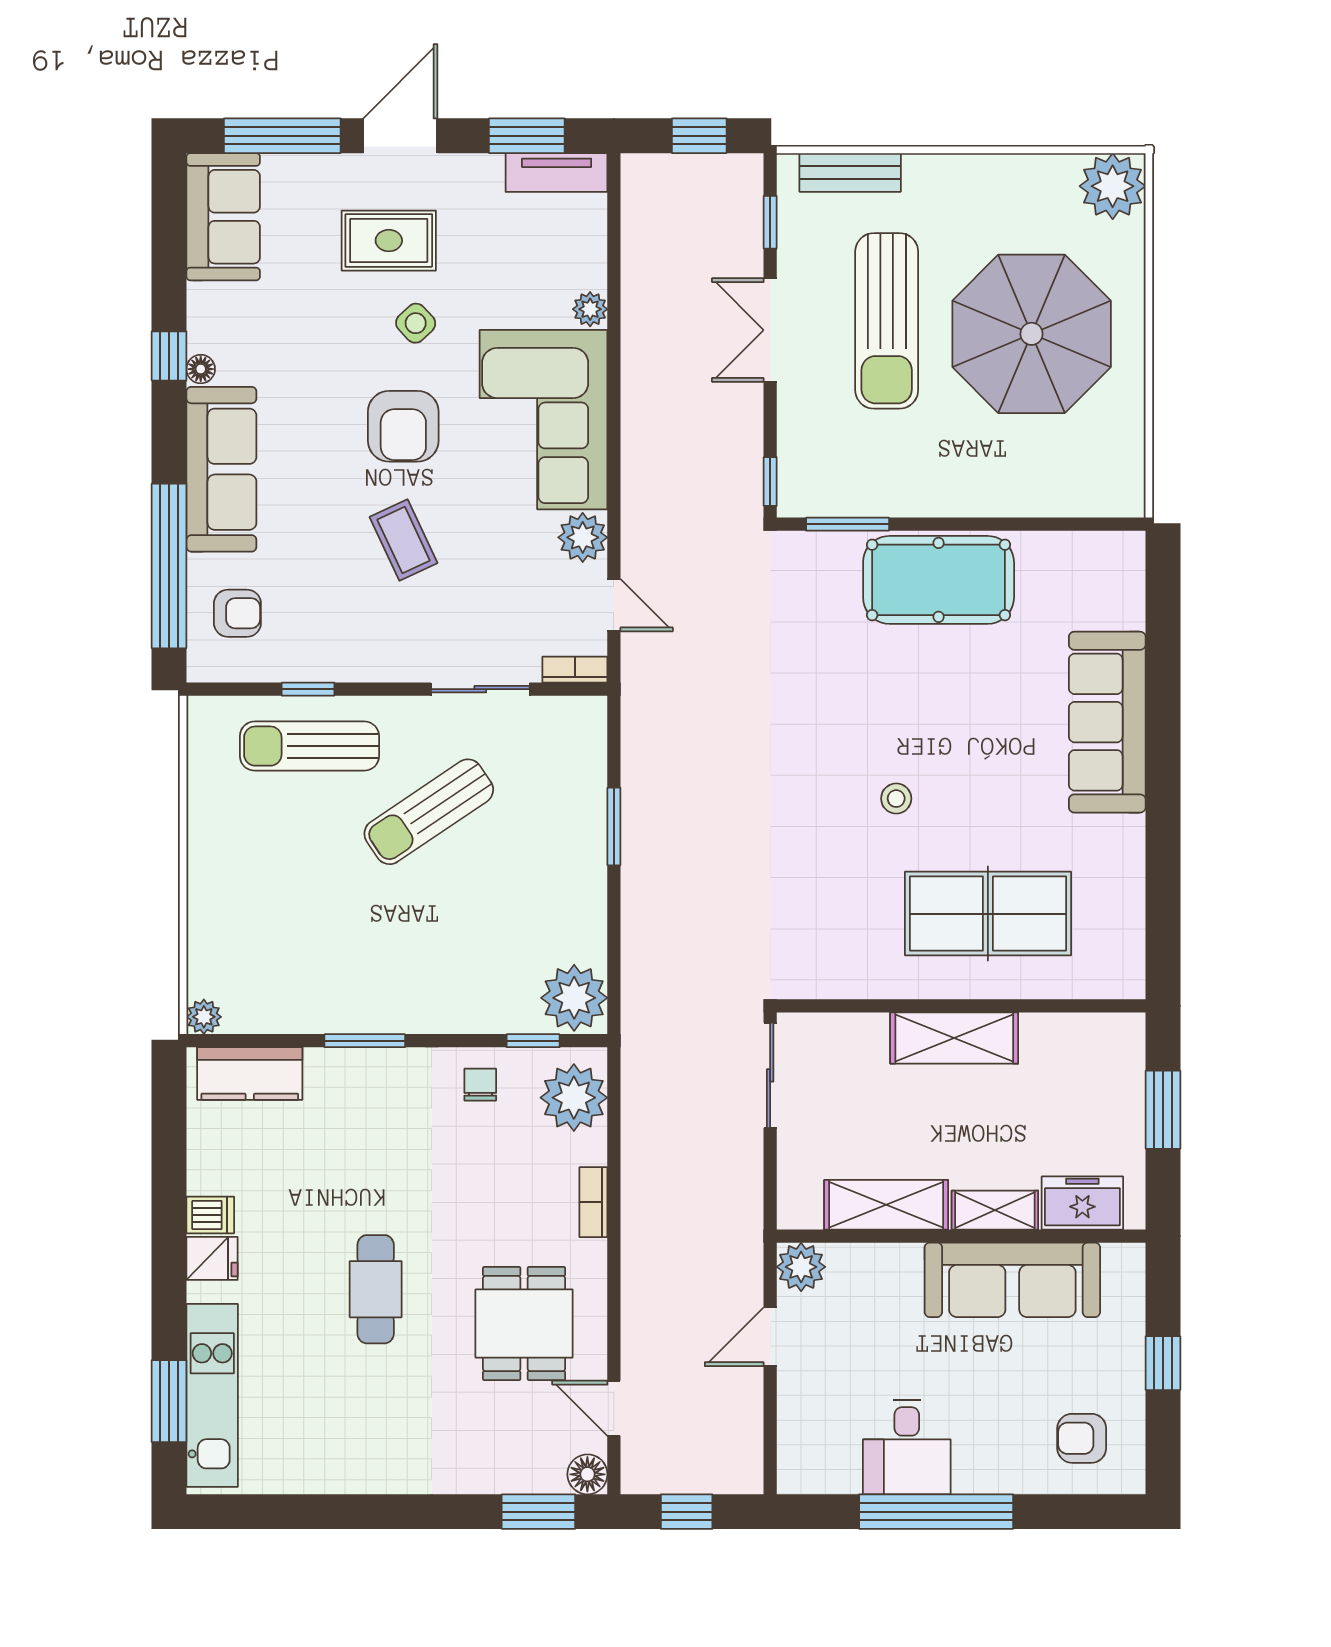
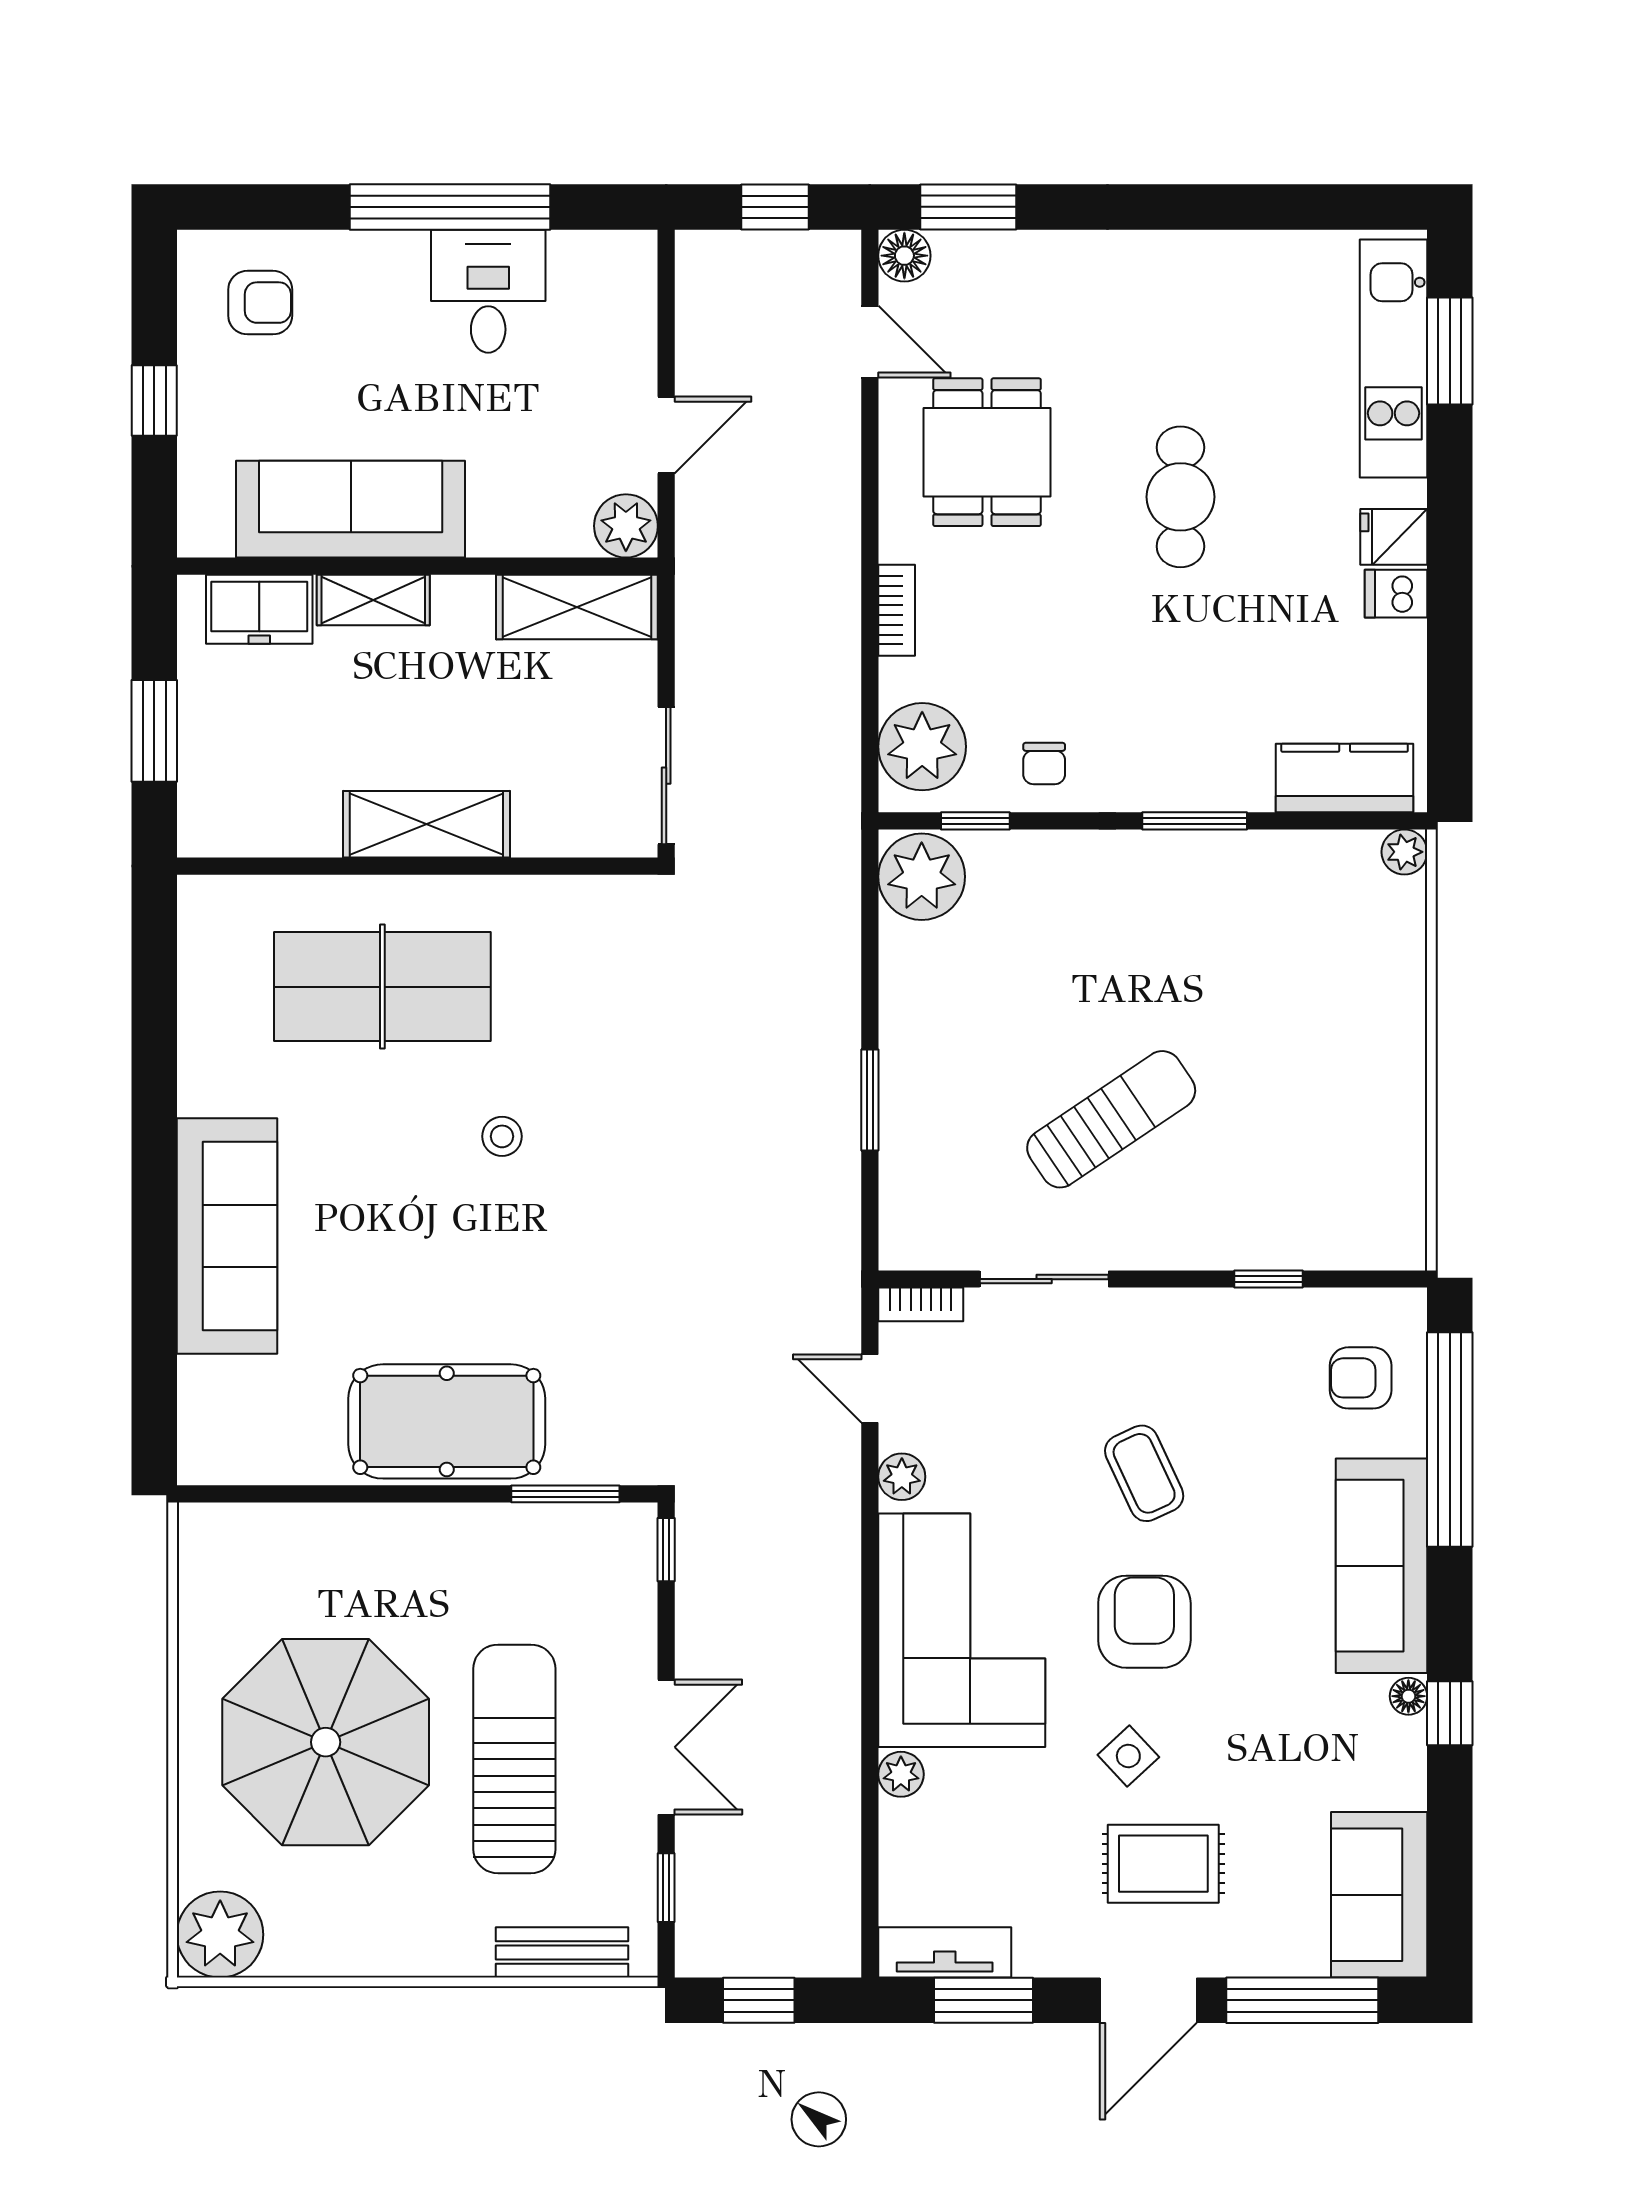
plant: (583, 537) -> (902, 1477), width x0.73, depth x0.73
sun lounger: (309, 746) -> (1267, 1205), removed
shelving: (886, 1205) -> (577, 607), moved

